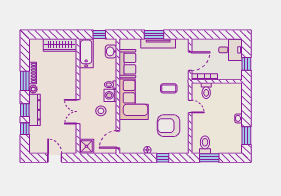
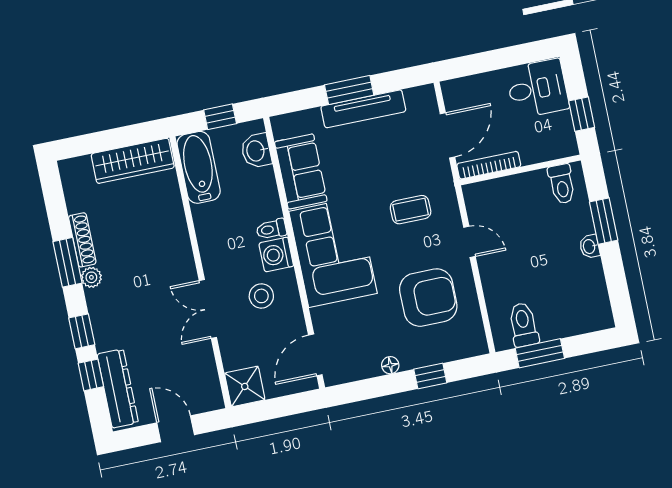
toilet: (206, 91) -> (562, 184), moved
dresser: (35, 110) -> (118, 388), moved
armchair: (169, 126) -> (428, 298), turned 180
window: (246, 136) -> (604, 221), moved

